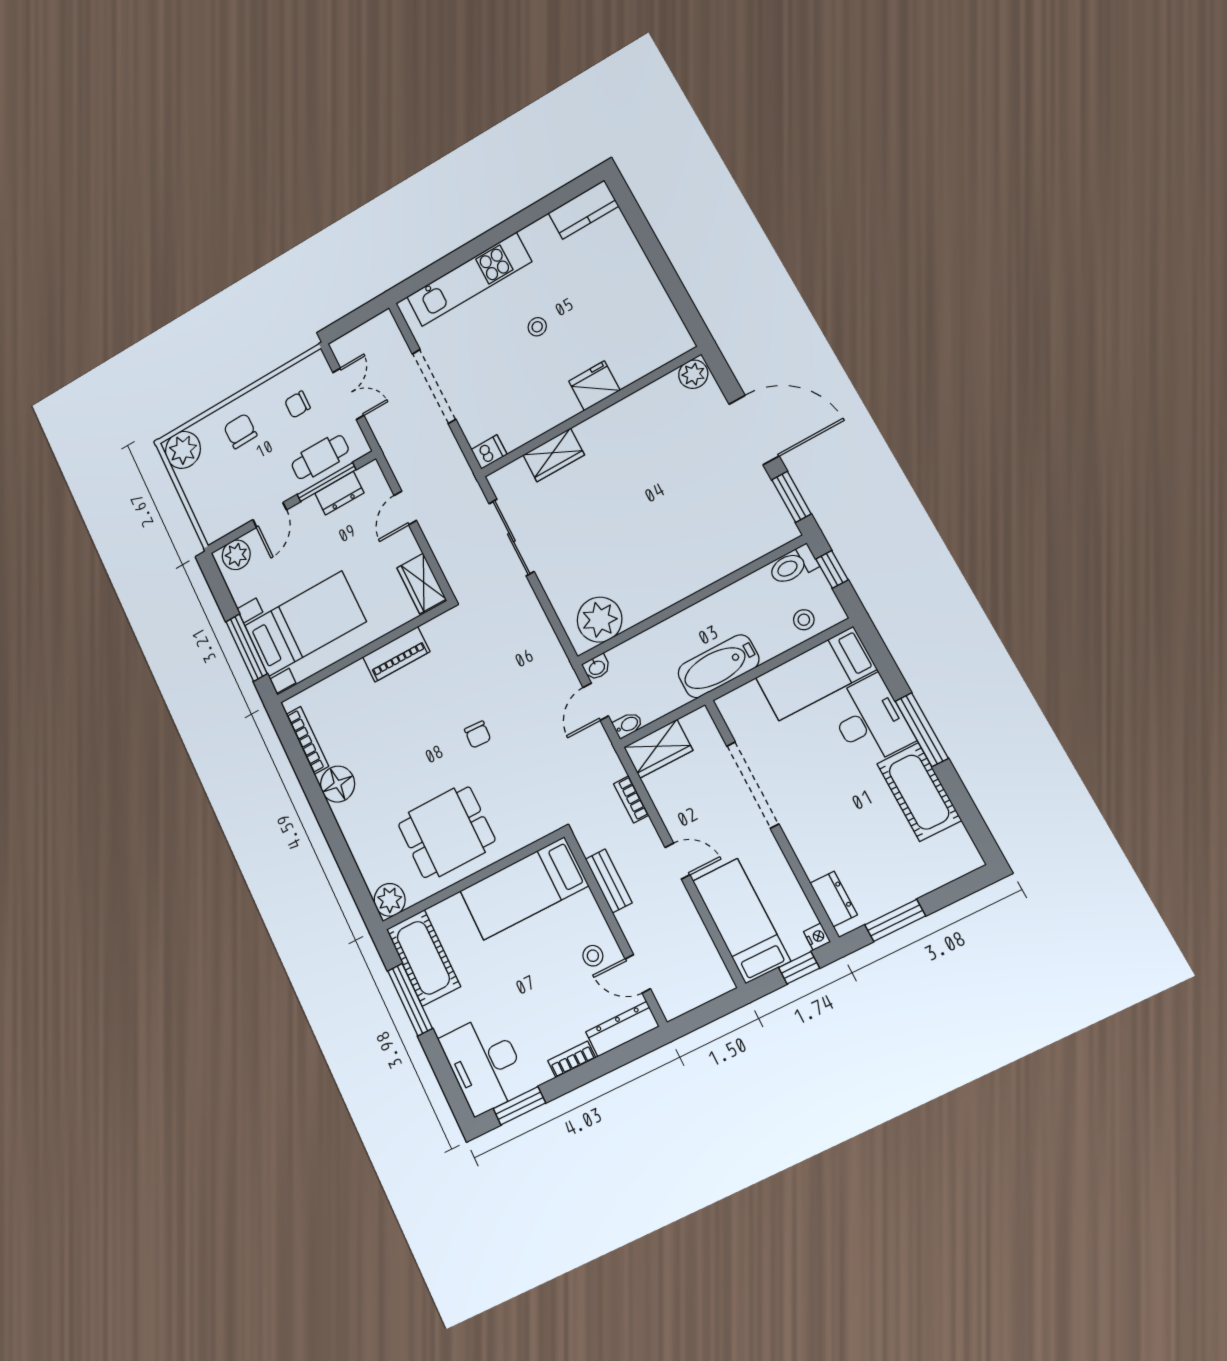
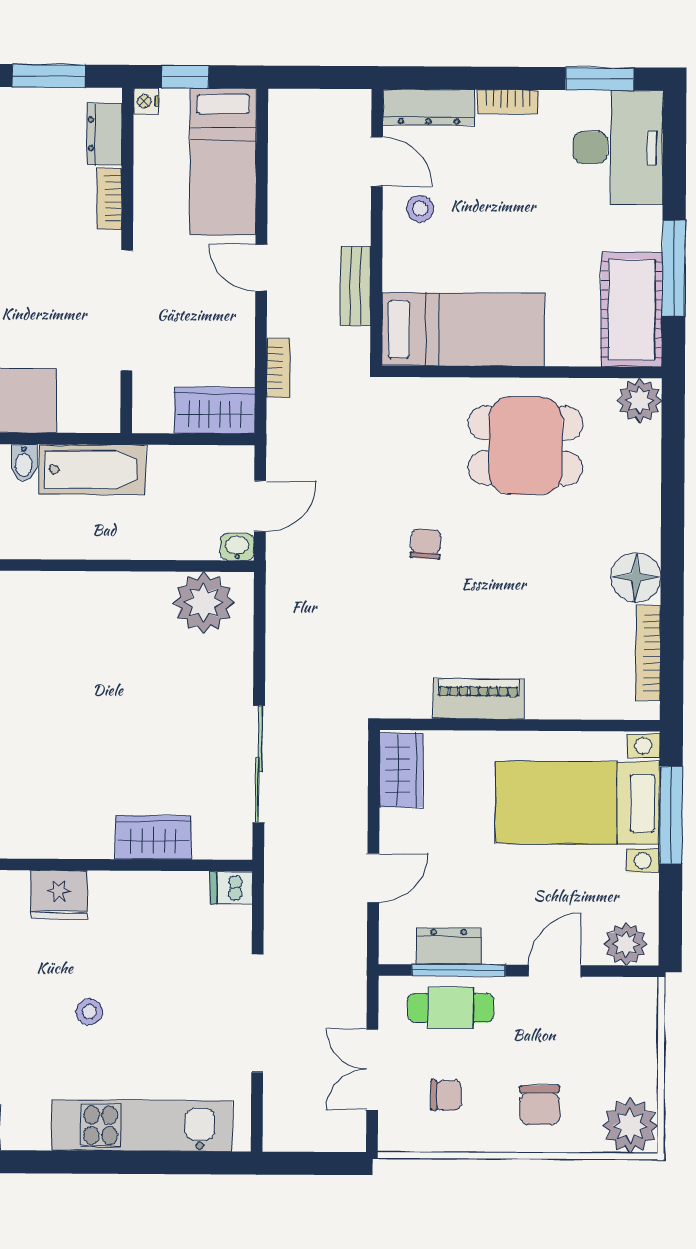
bidet: (628, 725) -> (24, 463), moved, turned -90
bookcase: (806, 855) -> (109, 199), added

